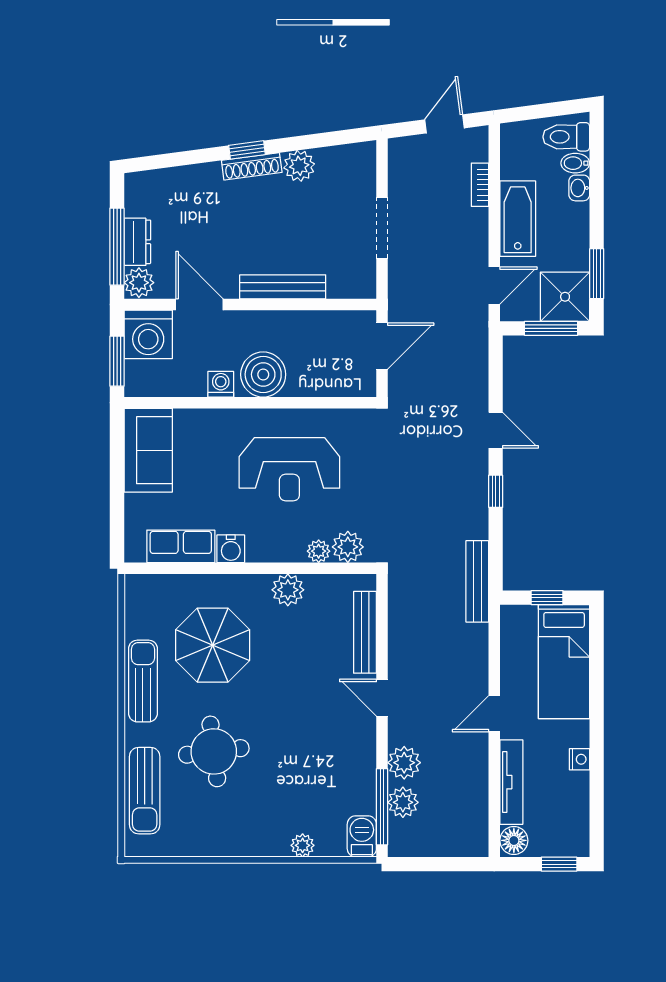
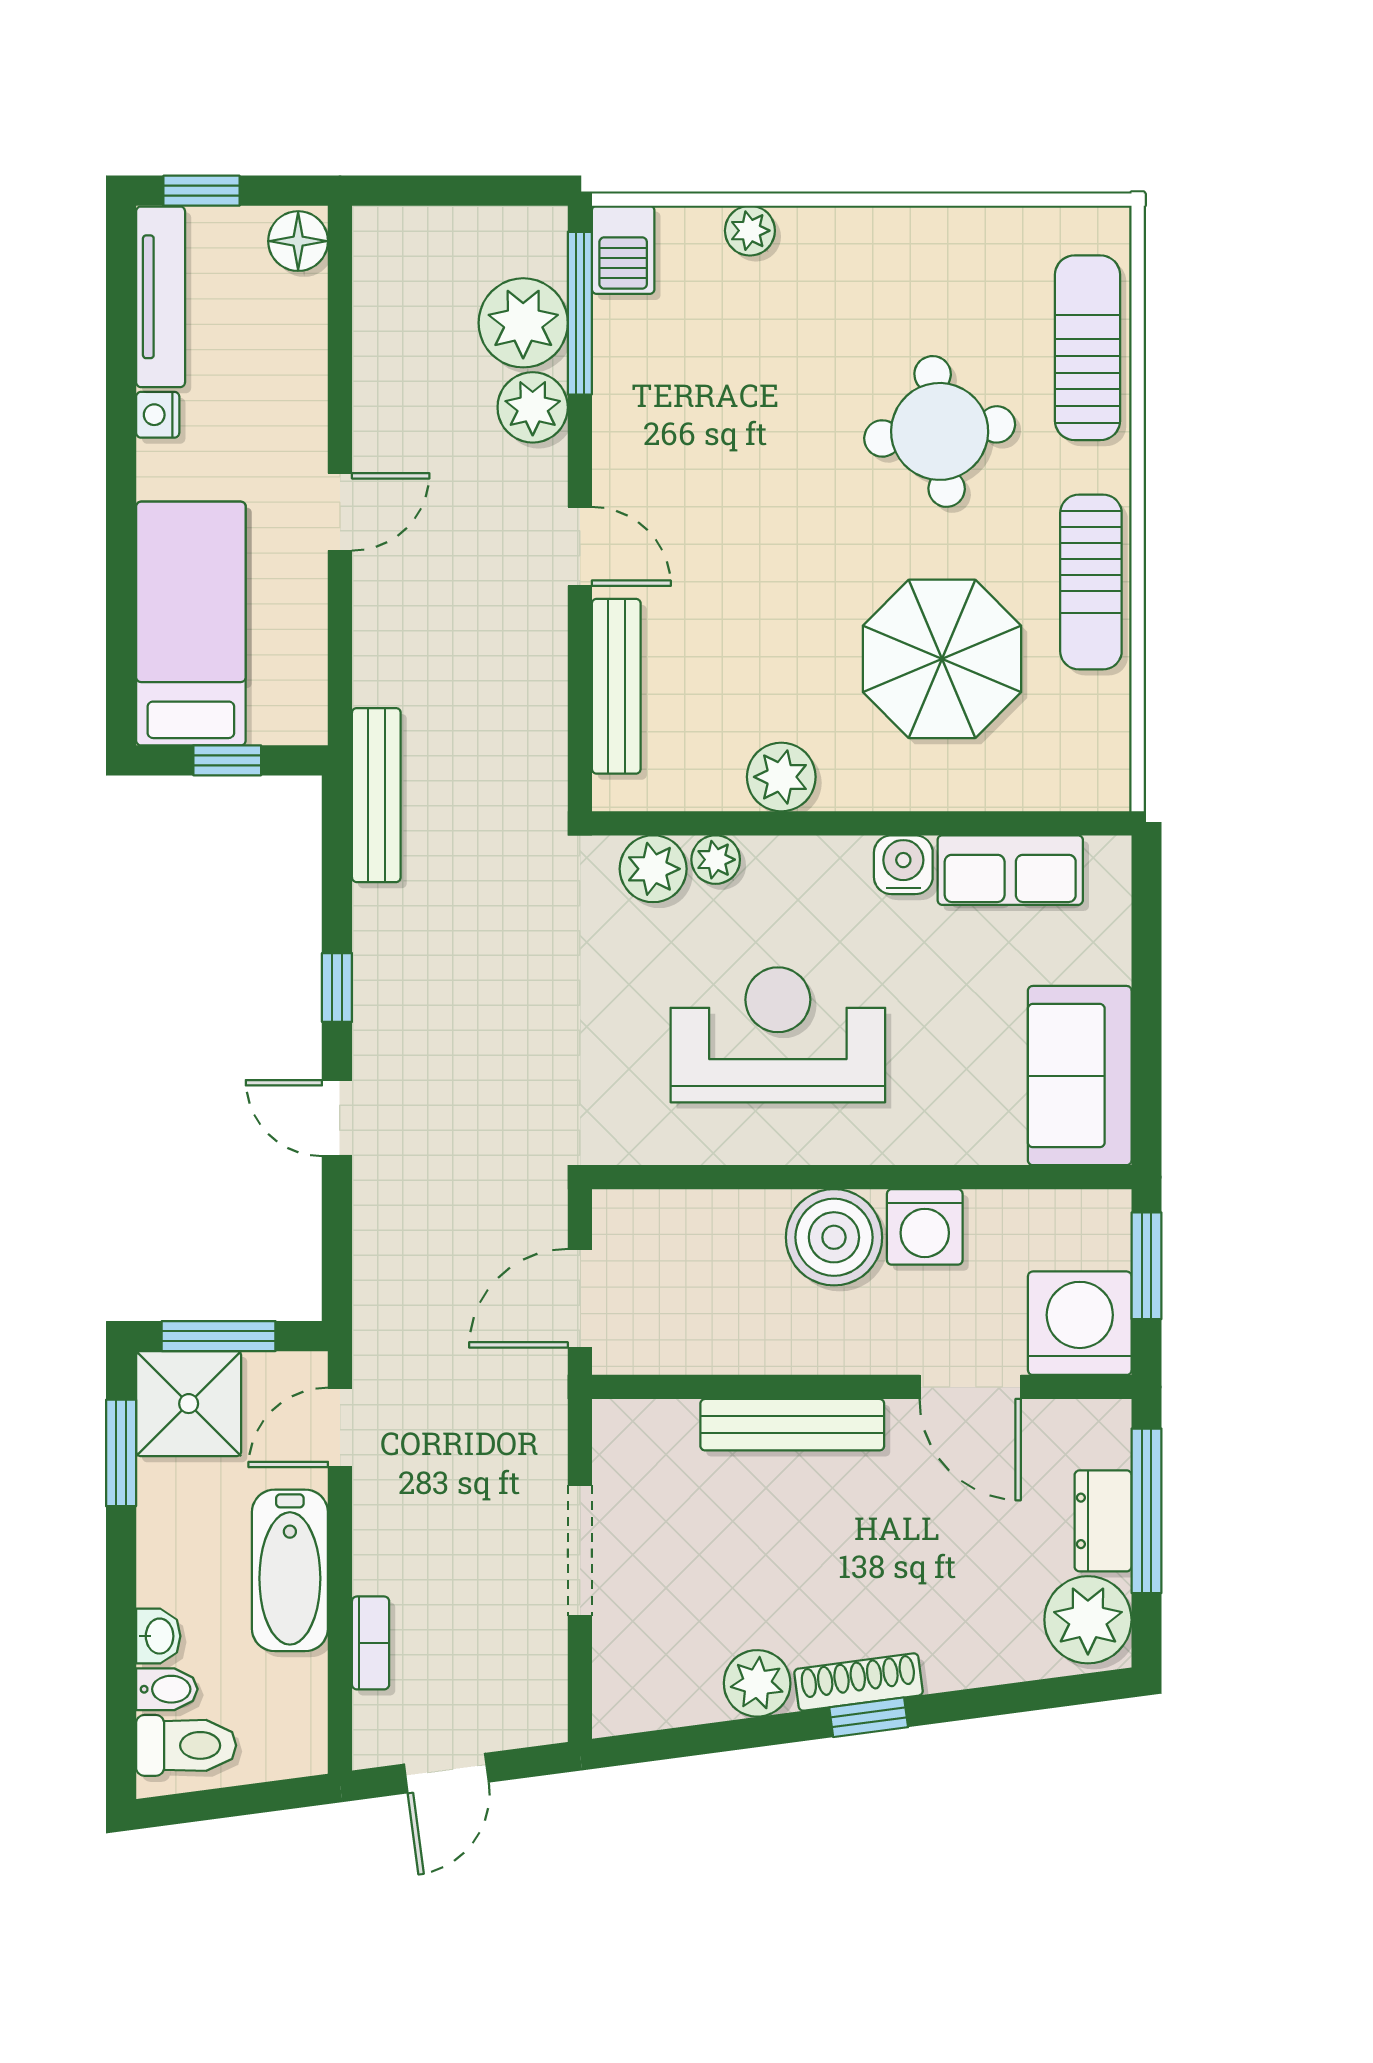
plant: (139, 283) -> (1088, 1620), moved, width x1.36, depth x1.36
washing machine: (221, 384) -> (925, 1227), width x1.38, depth x1.38
tv unit: (511, 782) -> (161, 297), moved, turned 180
plant: (403, 802) -> (523, 323), width x1.36, depth x1.36

